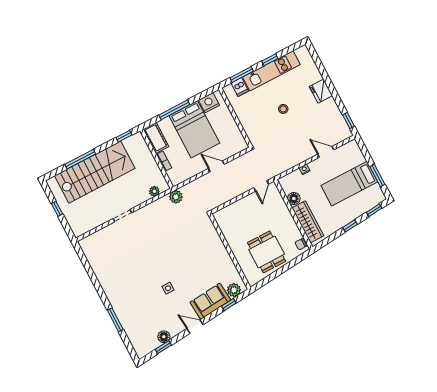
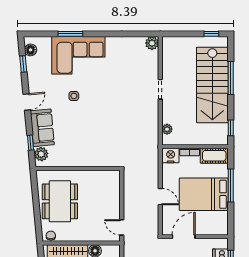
nightstand: (209, 103) -> (171, 156), moved, turned -90
door: (241, 128) -> (184, 237), added
door: (216, 166) -> (160, 197), hinge flipped
plant: (176, 197) -> (152, 43), moved
window: (57, 209) -> (211, 34), moved
dining table: (267, 252) -> (60, 201), width x1.38
corner sofa: (130, 303) -> (78, 55), added
floor lamp: (164, 337) -> (31, 50), moved

